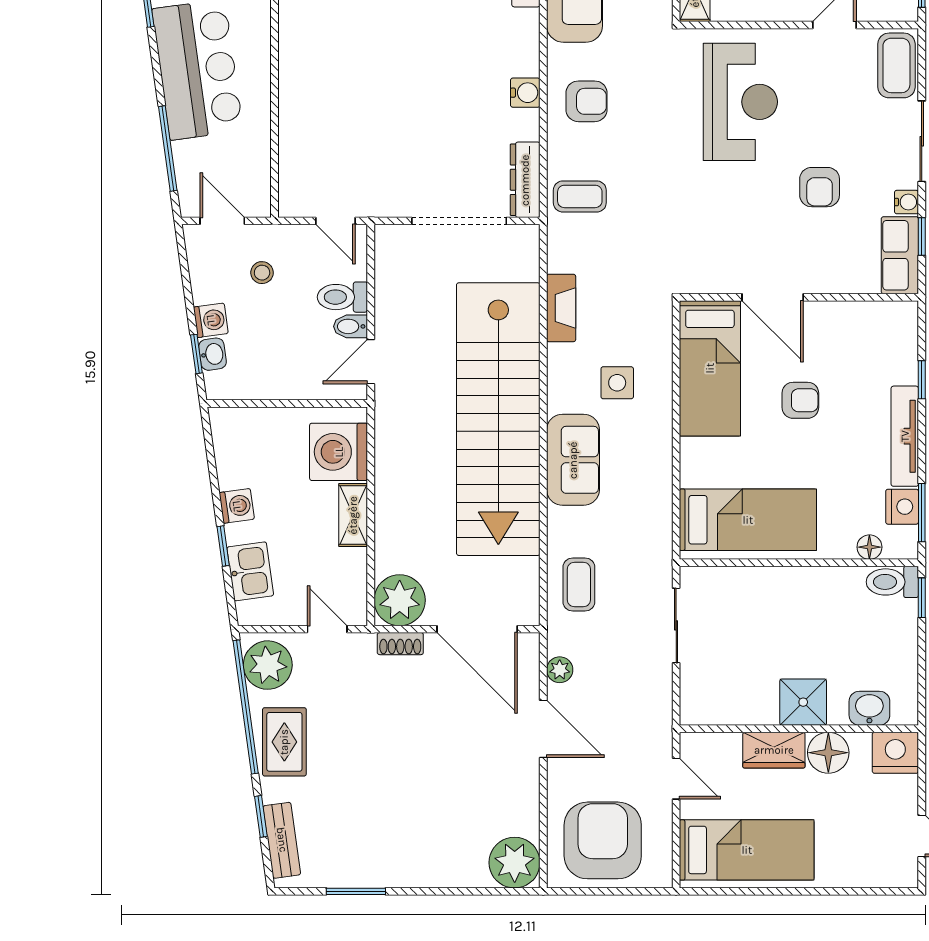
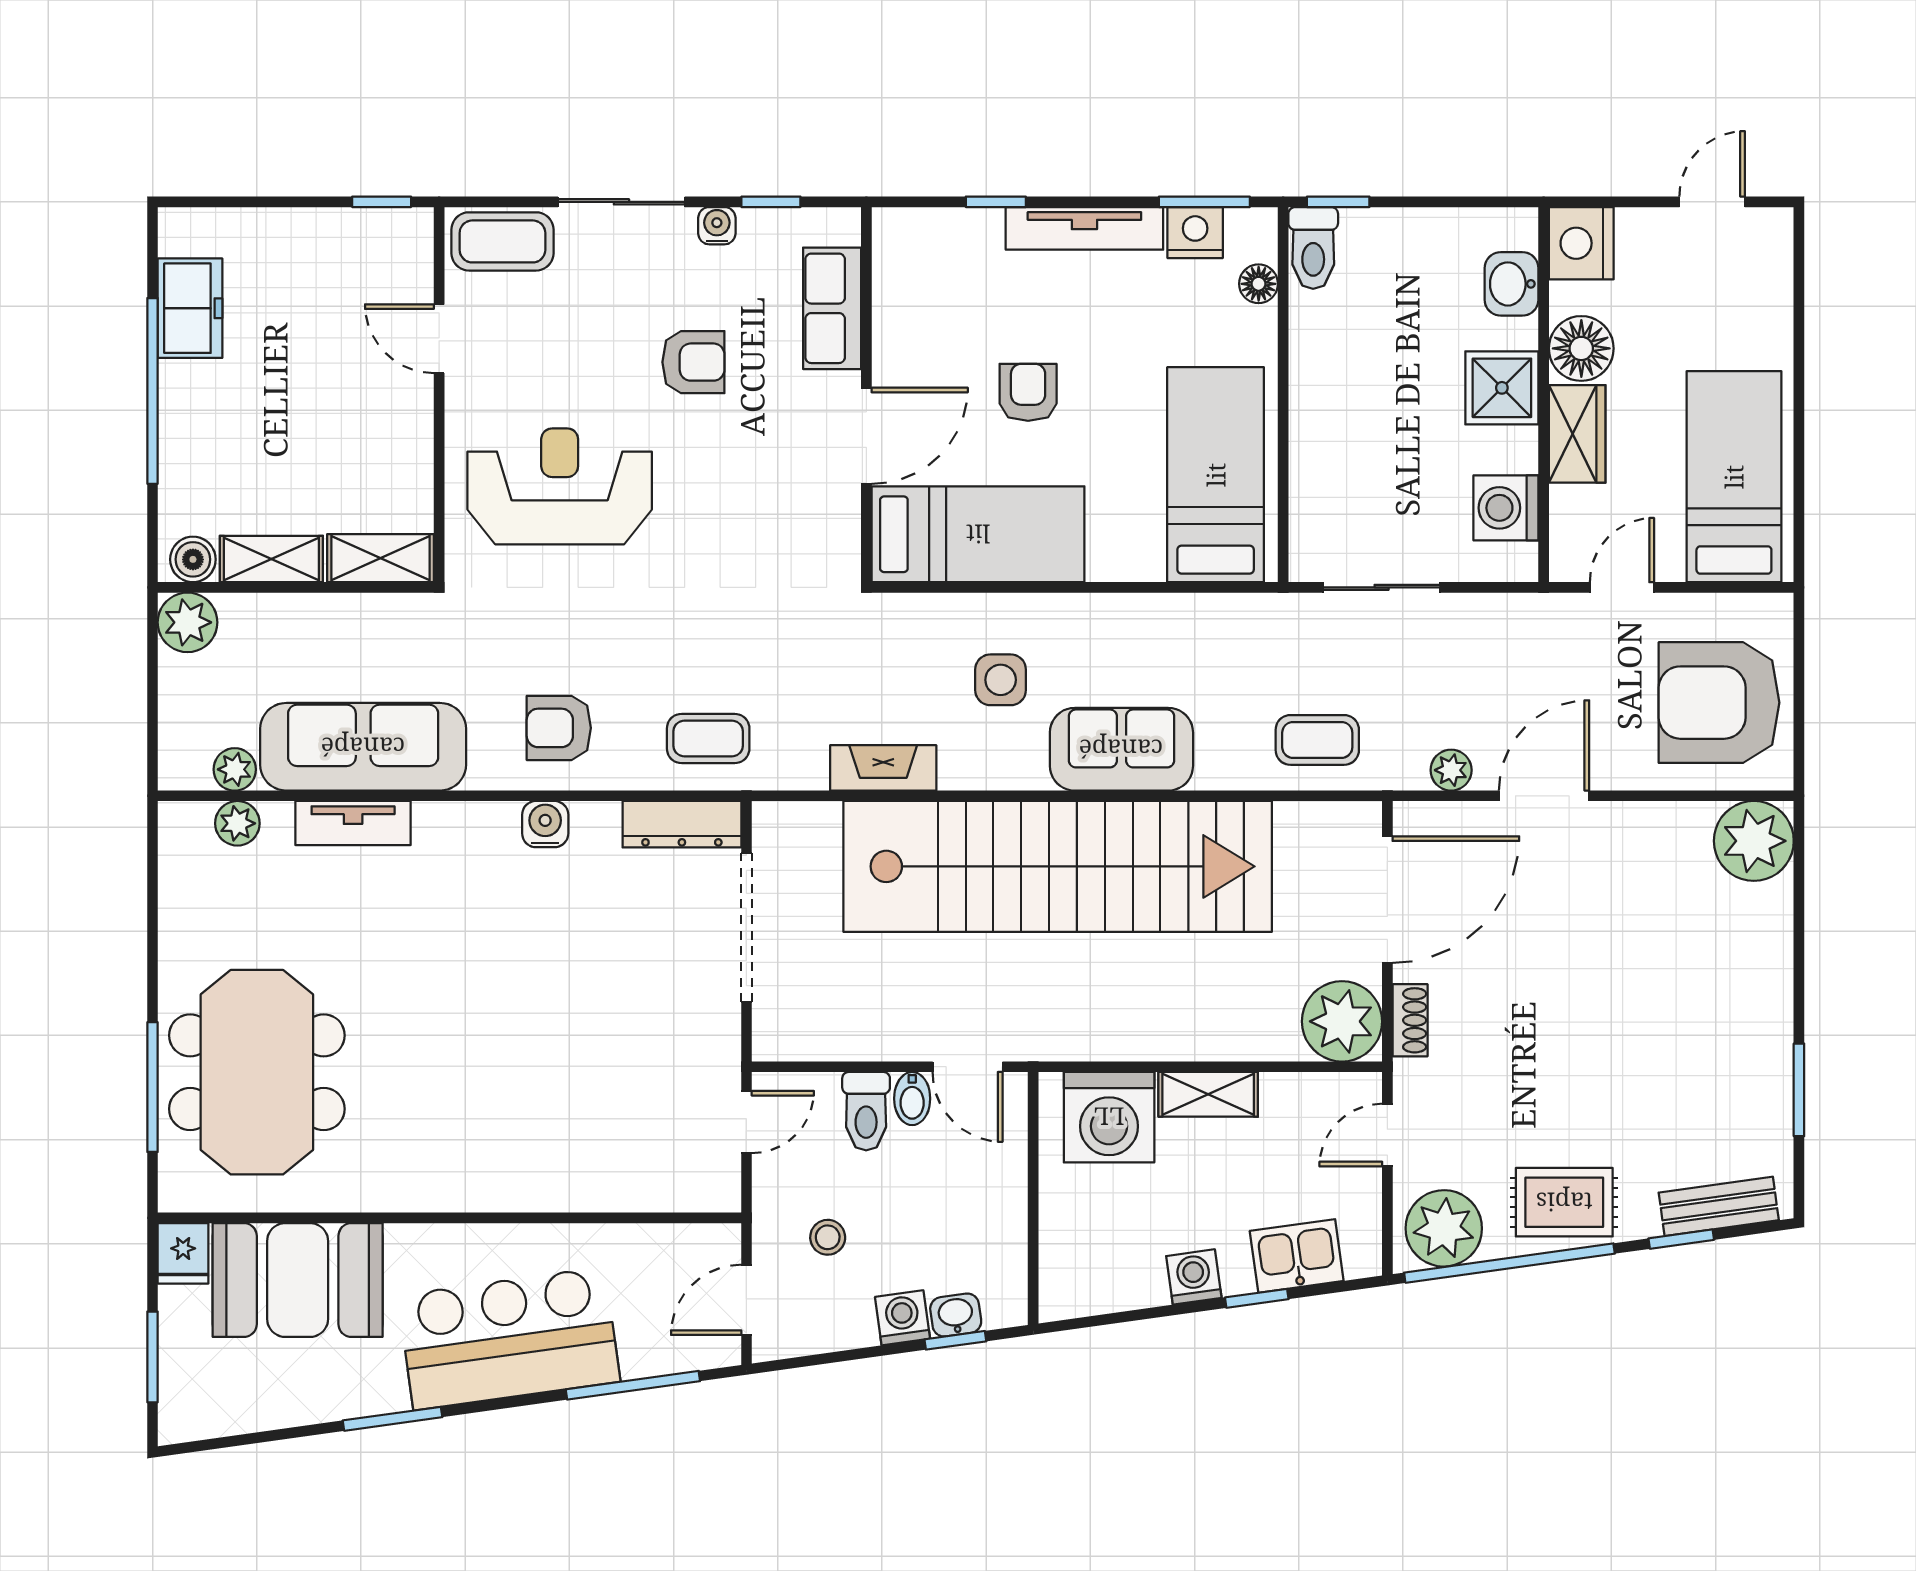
armchair: (587, 101) -> (559, 728), turned -90
coffee table: (580, 196) -> (708, 738), turned 90
row of seats: (900, 255) -> (832, 308), moved, turned 90
washing machine: (727, 705) -> (1506, 508), added

